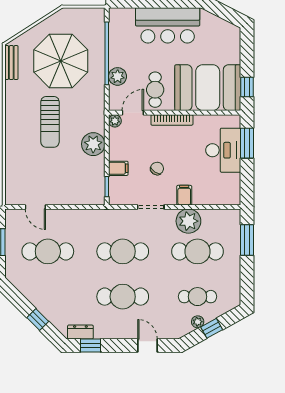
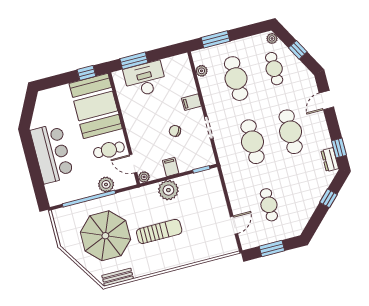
bookcase: (172, 120) -> (131, 129), removed
filing cabinet: (118, 168) -> (171, 167), moved
plant: (188, 221) -> (202, 71), moved, width x0.53, depth x0.53
cafe table: (48, 251) -> (269, 205), width x0.73, depth x0.74
plant: (198, 322) -> (272, 38), moved

